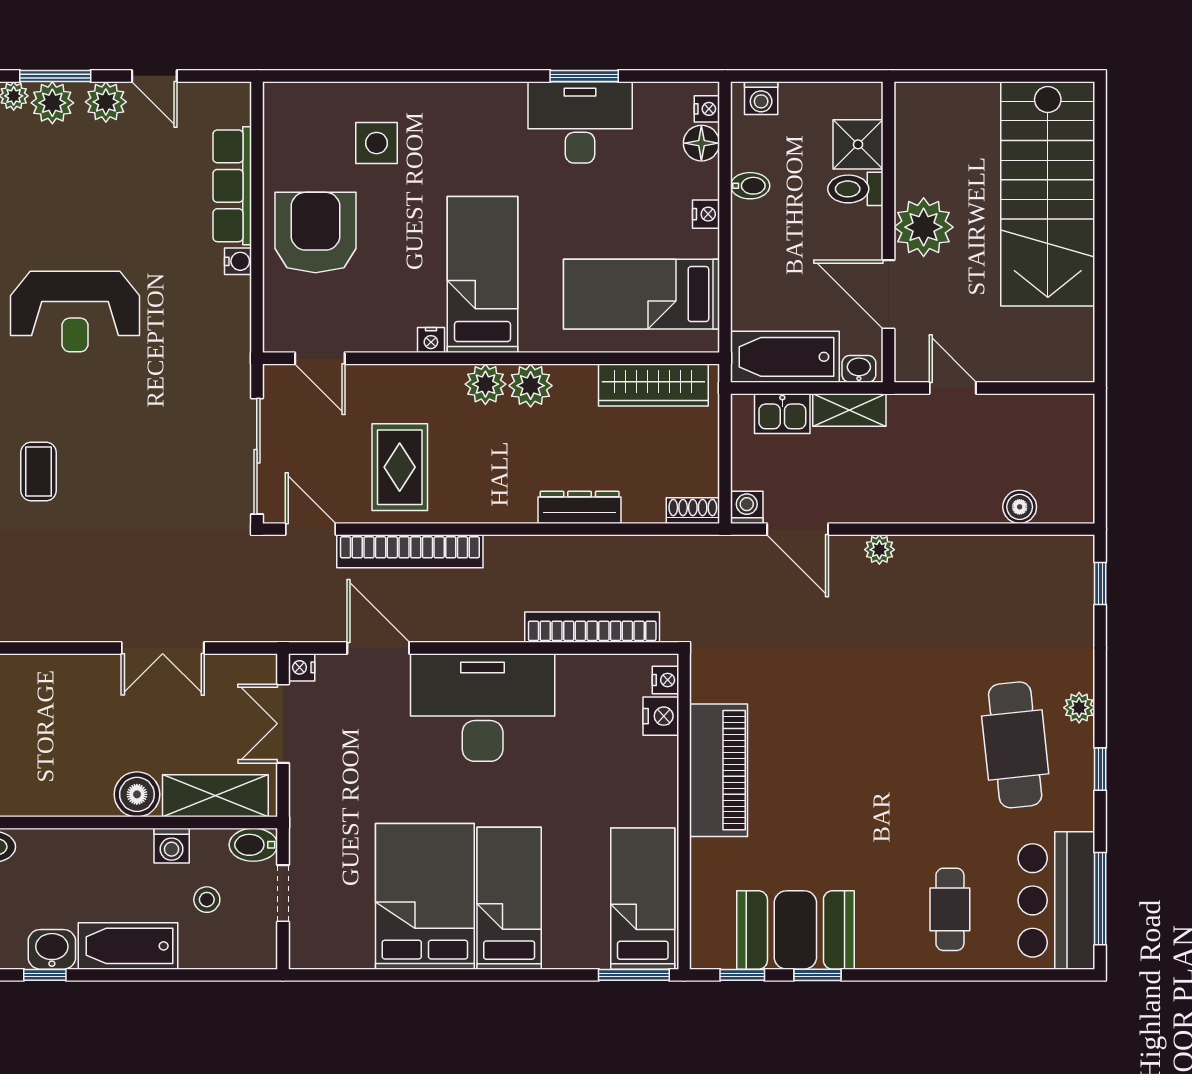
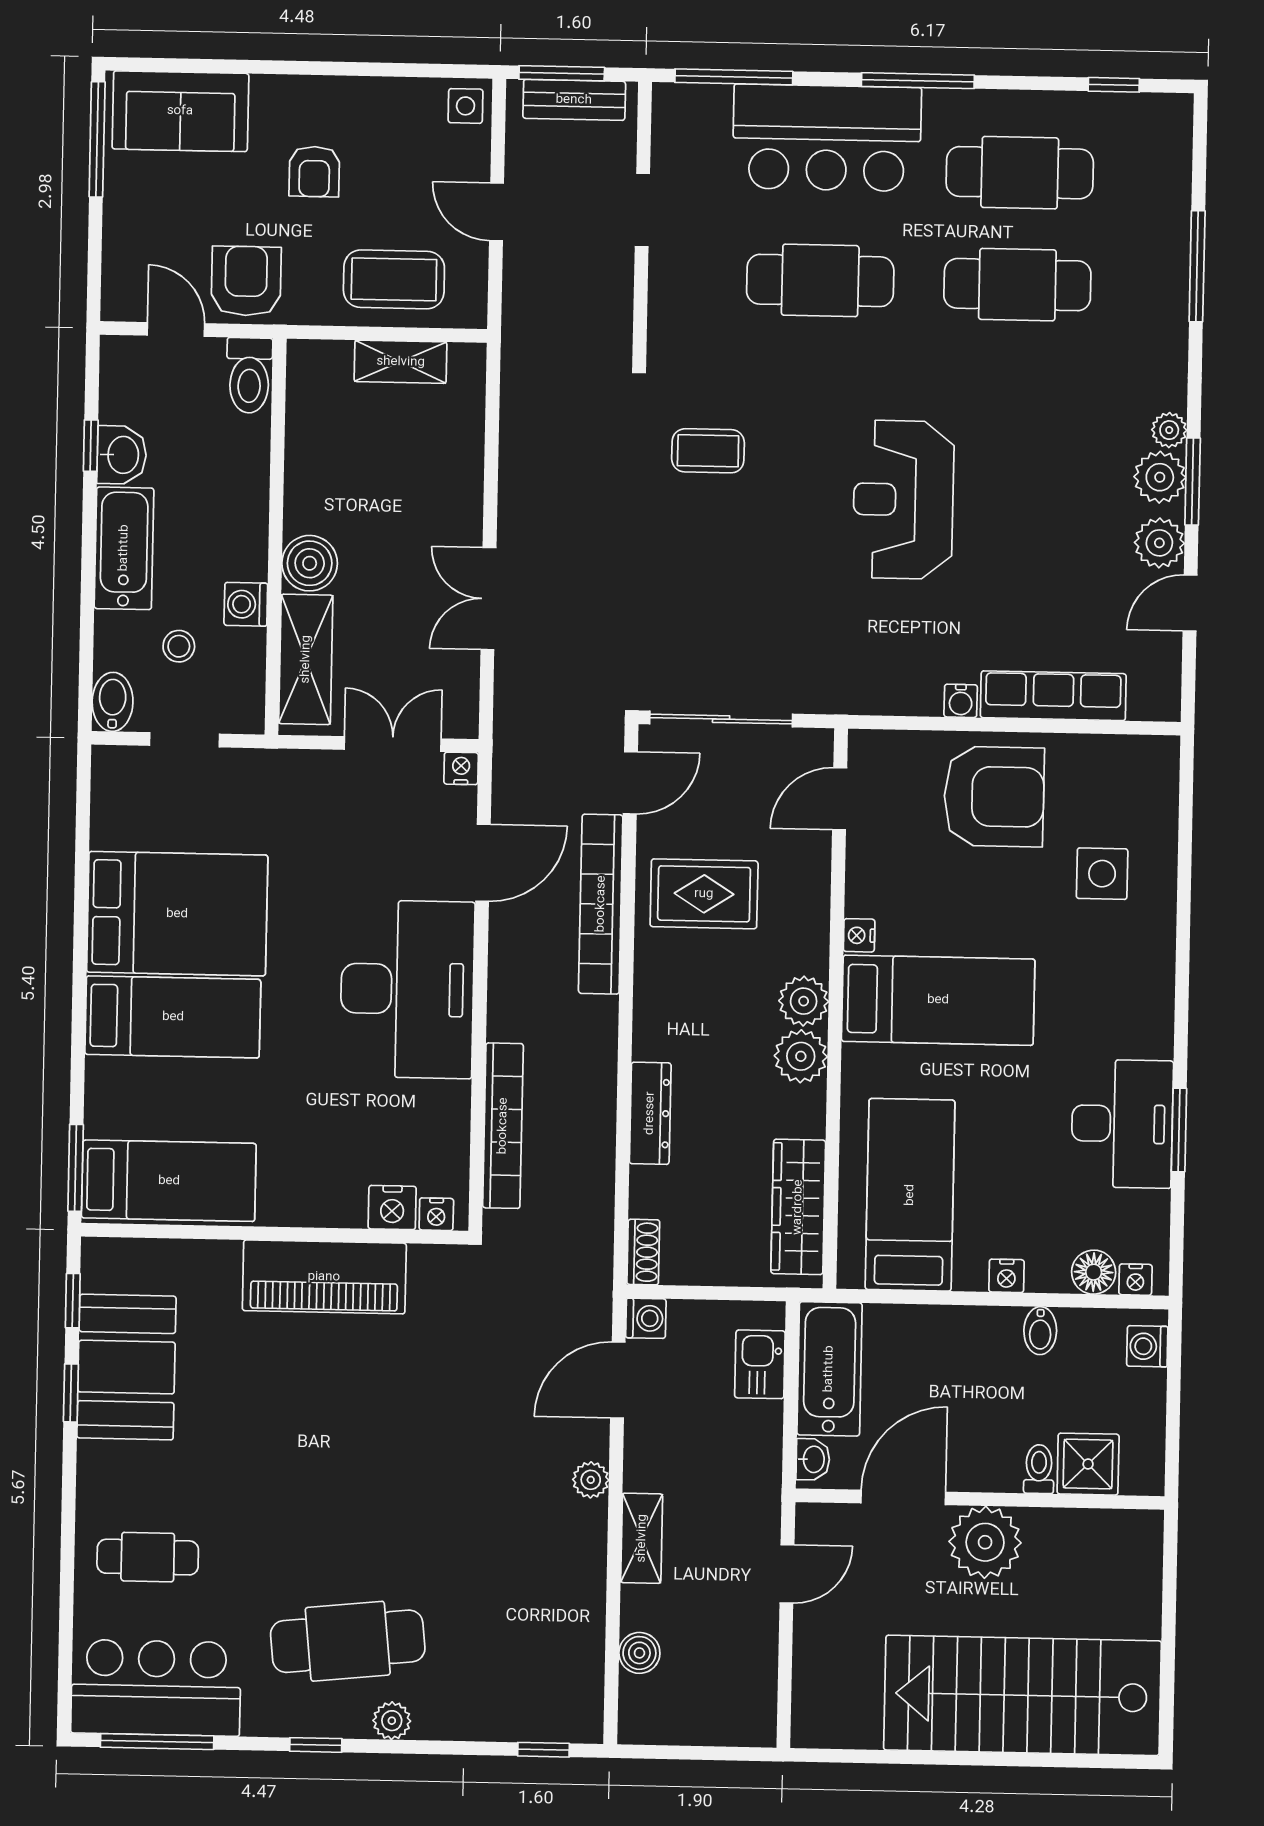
toilet: (855, 189) -> (1039, 1469), width x0.73, depth x0.72
shelving: (849, 410) -> (642, 1538), moved
bidet: (253, 845) -> (113, 702), moved

